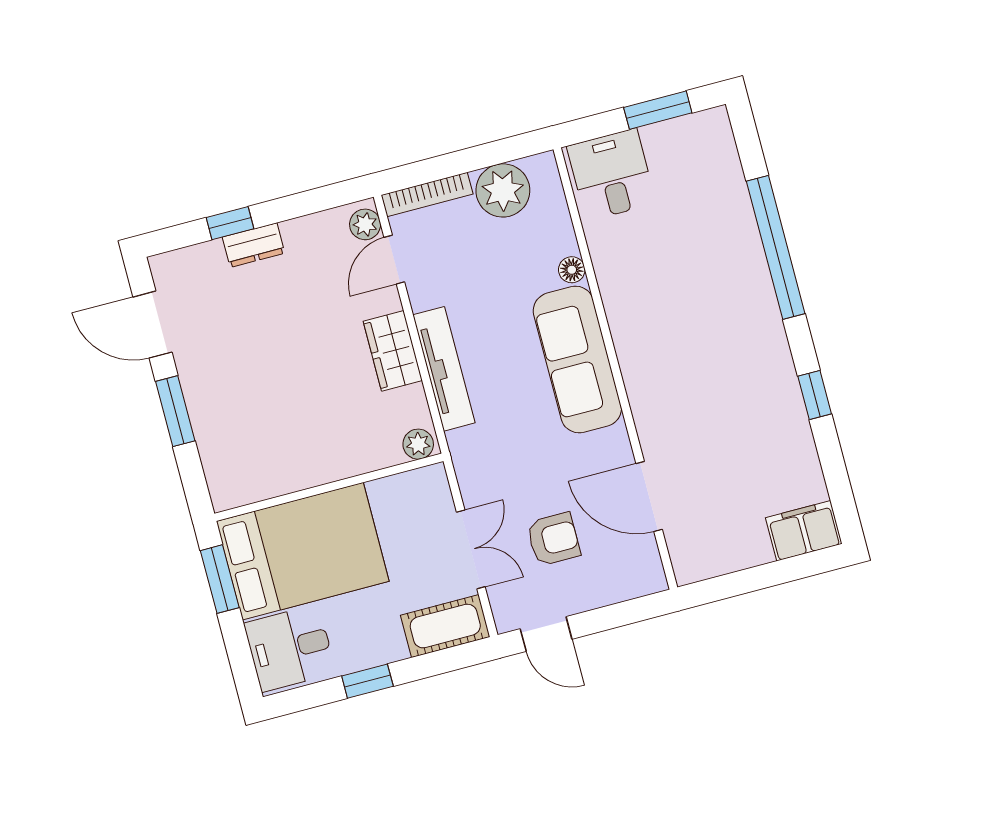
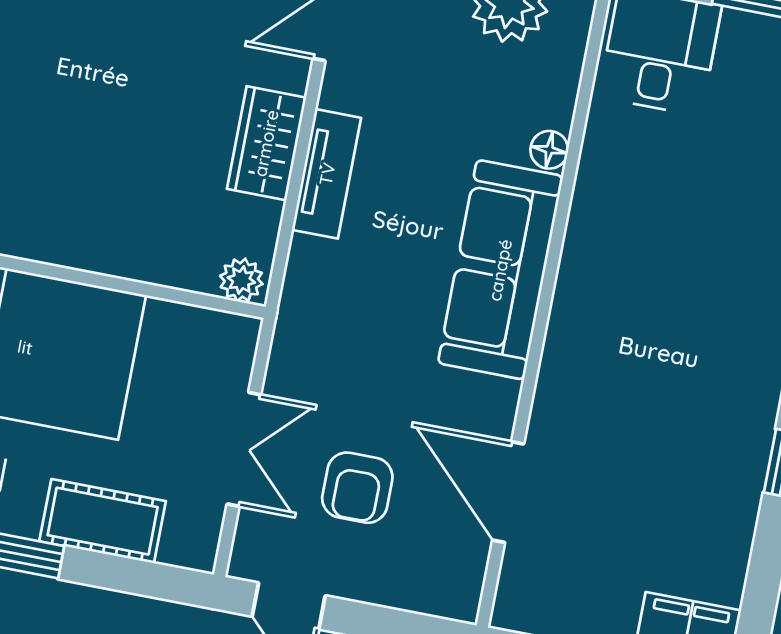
tv unit: (444, 369) -> (327, 174), width x0.71
armchair: (553, 539) -> (357, 488), turned 90
cot: (445, 626) -> (103, 521), moved

